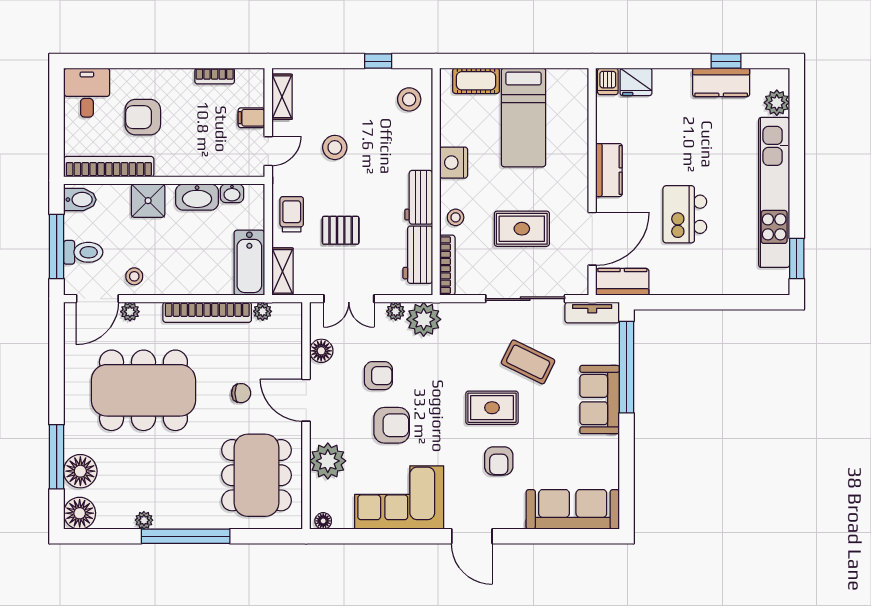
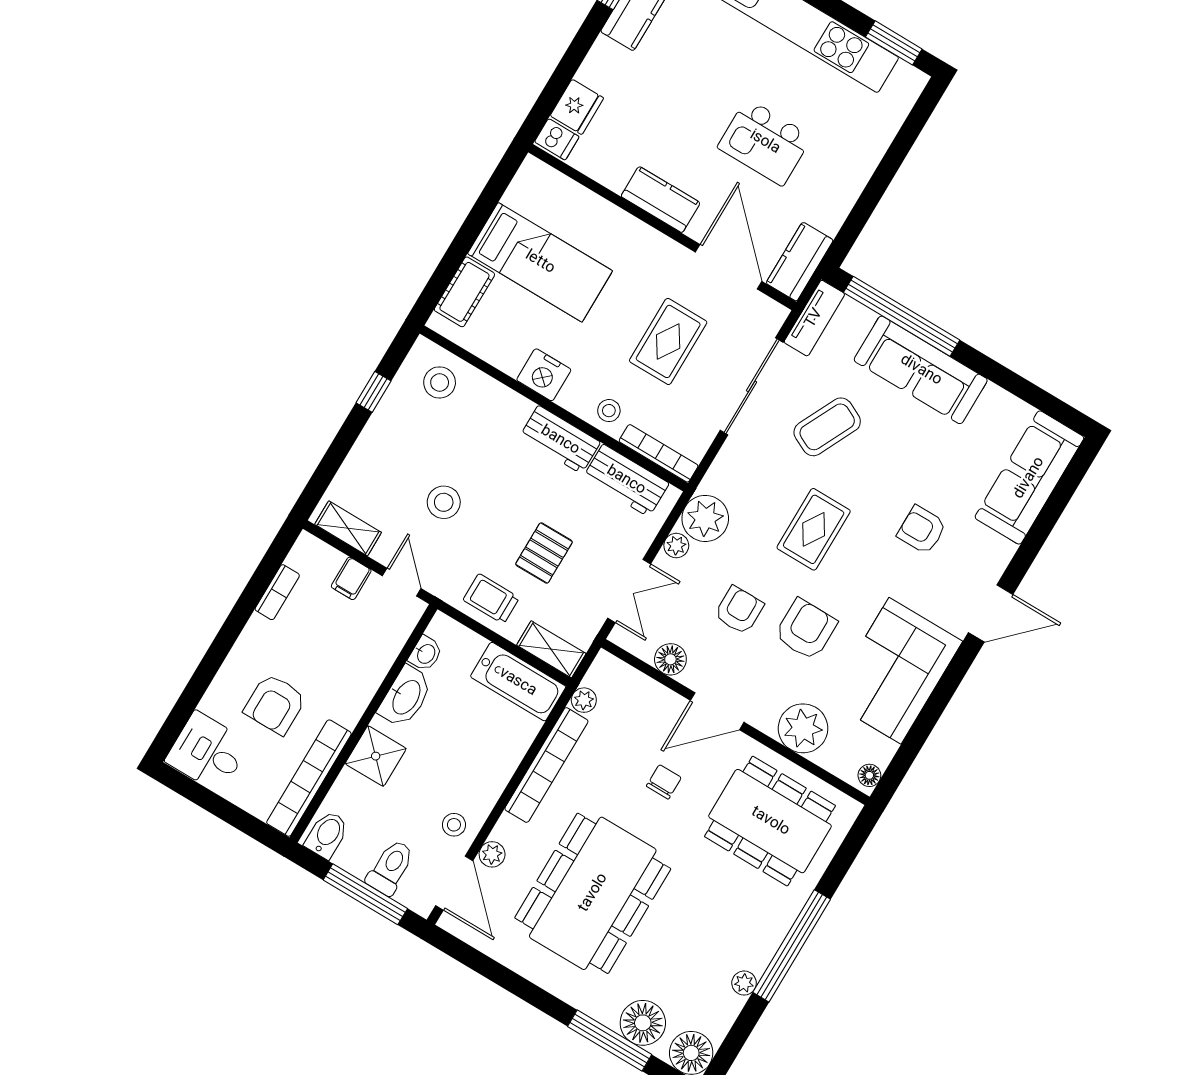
sofa: (600, 400) -> (921, 370), width x1.36
rug: (492, 408) -> (814, 529), moved
armchair: (499, 461) -> (922, 530), turned 180

